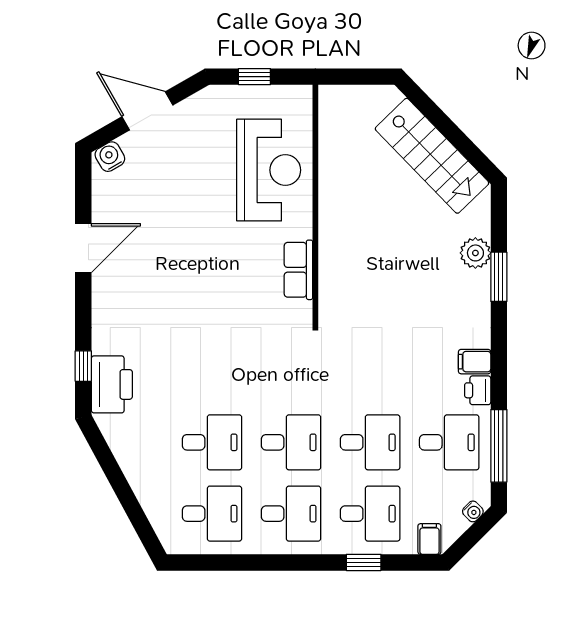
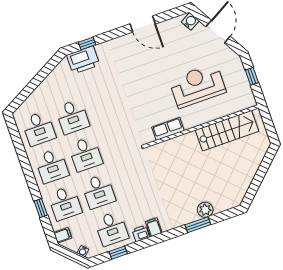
stairs: (432, 156) -> (227, 131), moved, turned -136
reception desk: (269, 170) -> (197, 86), moved, turned 180
window: (499, 446) -> (118, 253), width x0.46

